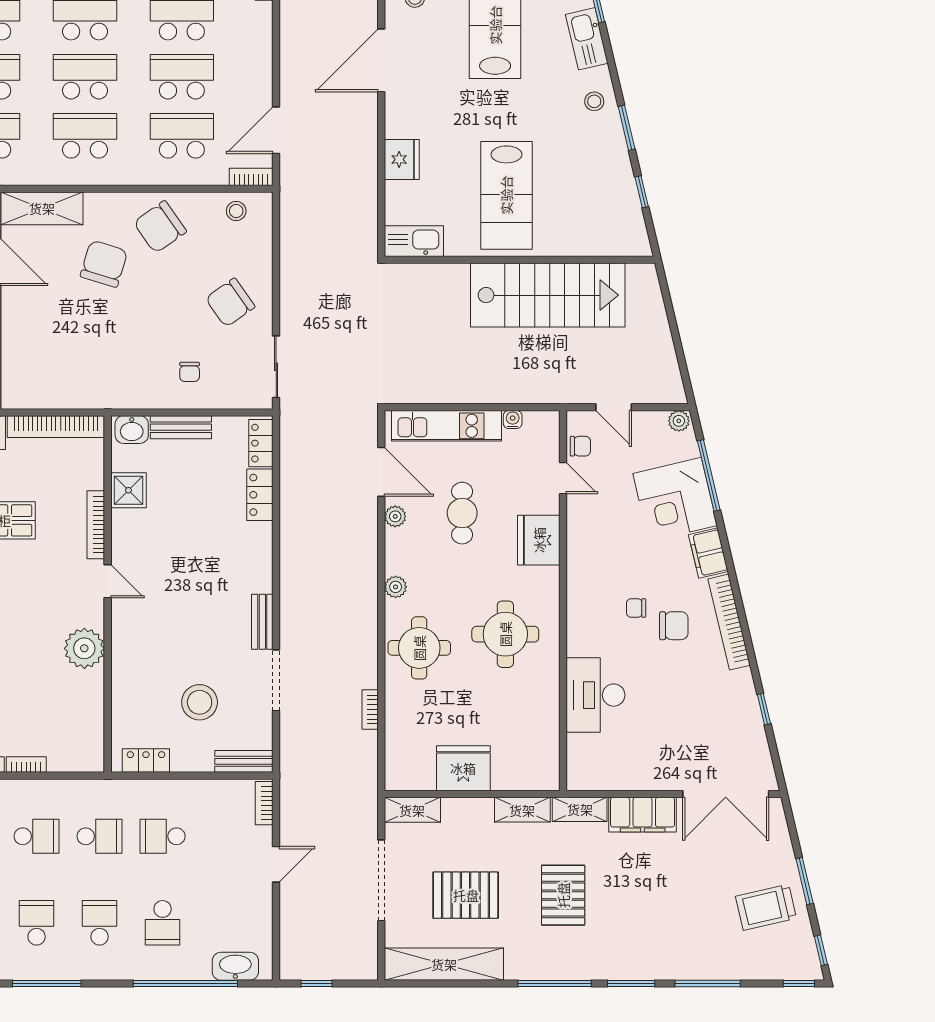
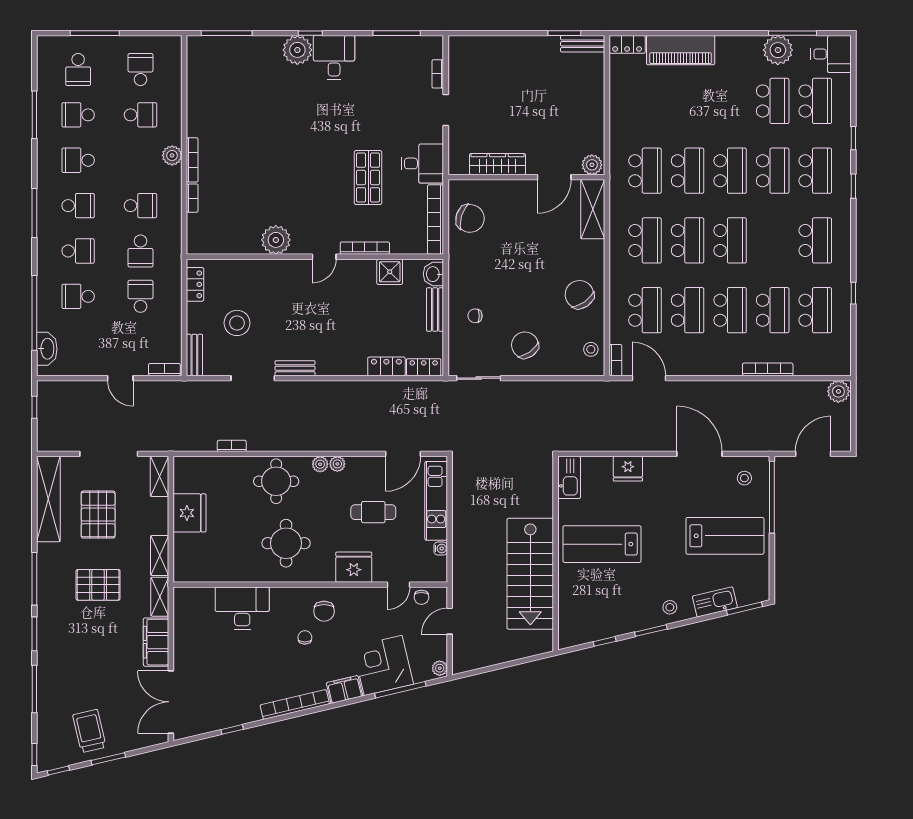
chair: (104, 264) -> (470, 218), moved
plant: (395, 516) -> (337, 464), moved
chair: (674, 626) -> (324, 611), moved
school desk: (37, 836) -> (140, 206), turned -90

